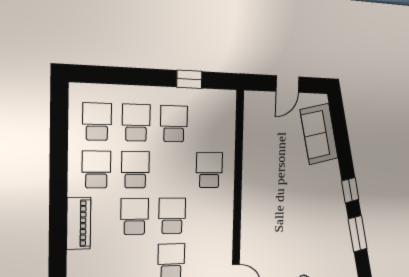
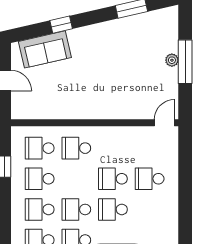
school desk: (210, 125) -> (40, 148), added
window: (350, 190) -> (61, 25), moved

